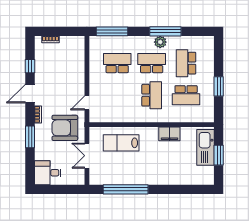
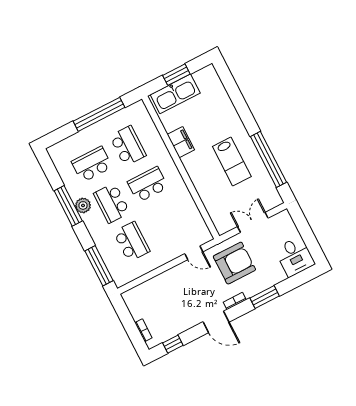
school desk: (117, 63) -> (132, 242), turned 180
school desk: (186, 63) -> (92, 164), turned 180
window: (30, 66) -> (173, 344), moved
window: (219, 86) -> (99, 114), width x2.11
armchair: (65, 128) -> (234, 263), turned -90
lab bench: (121, 143) -> (232, 162), moved
double door: (87, 156) -> (253, 222), swing flipped

